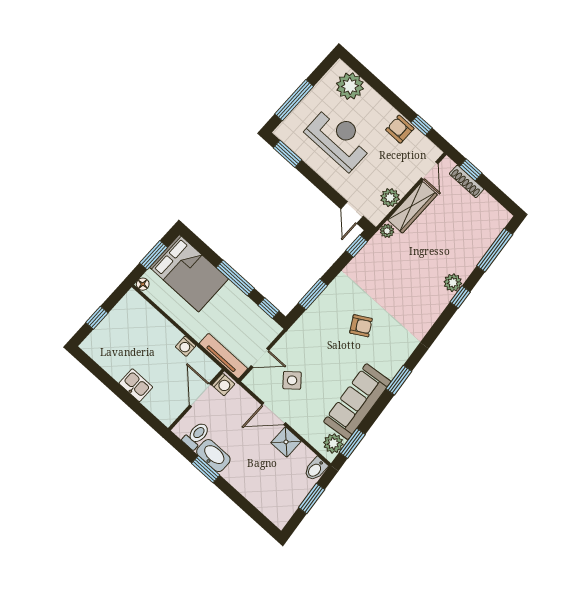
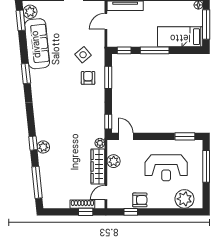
door: (430, 171) -> (106, 193), hinge flipped
window: (154, 255) -> (206, 24), width x1.44
bed: (189, 273) -> (180, 37), width x0.67
armchair: (361, 326) -> (88, 78), moved, turned 120
side table: (292, 380) -> (83, 55), moved

